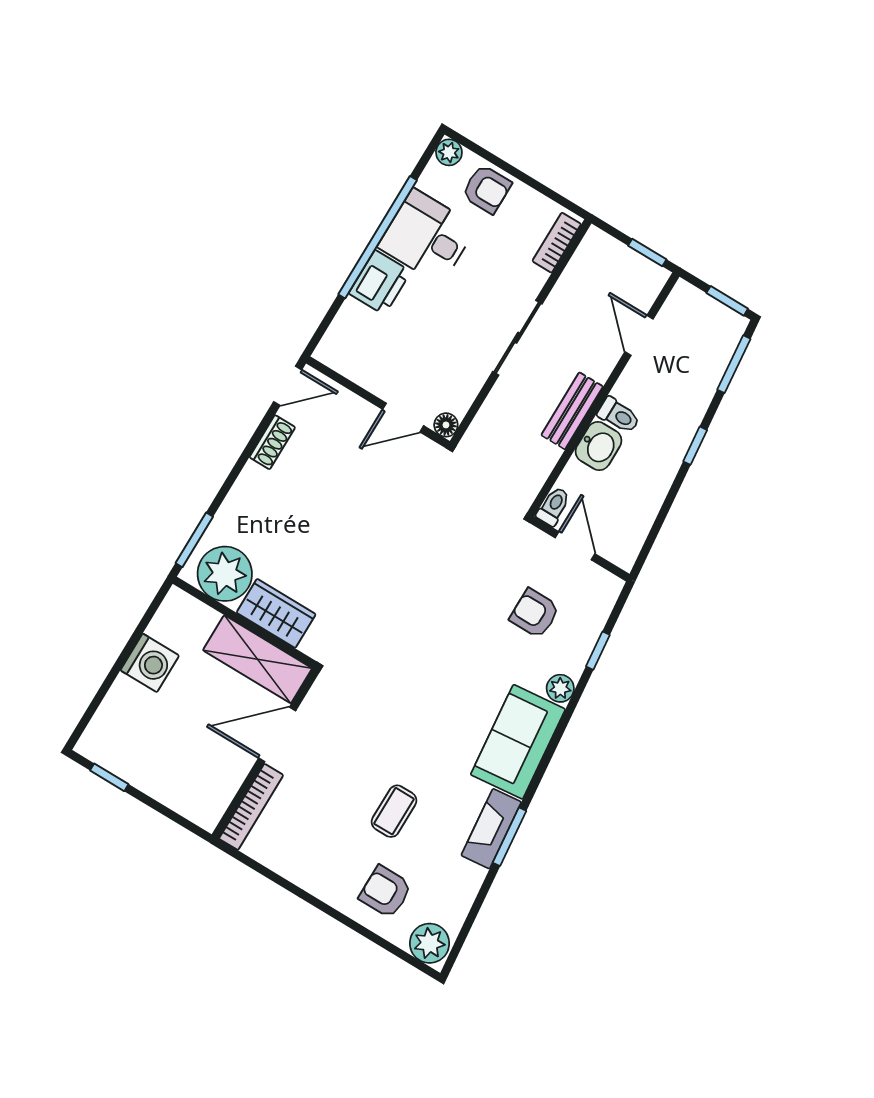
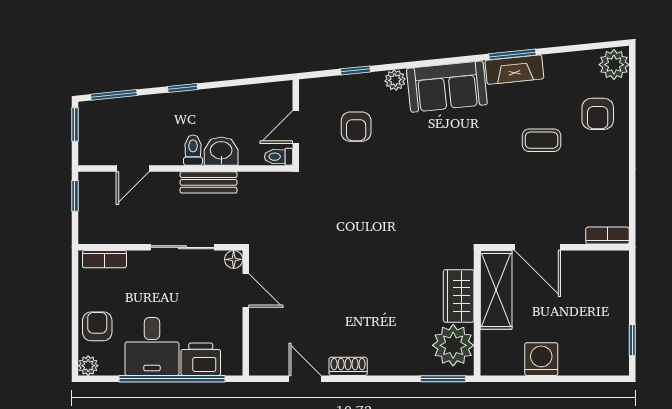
wall: (378, 402) -> (246, 313), moved
door: (403, 418) -> (246, 290), moved
floor lamp: (446, 425) -> (234, 259), moved
bookcase: (251, 807) -> (607, 236), width x0.64

